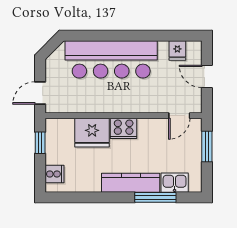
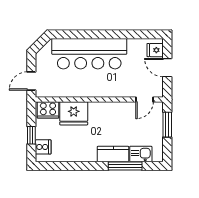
fridge: (177, 50) -> (155, 50), moved, turned 90
cooker: (124, 128) -> (48, 110), moved
window: (40, 143) -> (31, 135), moved
kitchen counter: (131, 183) -> (113, 154), width x0.67

